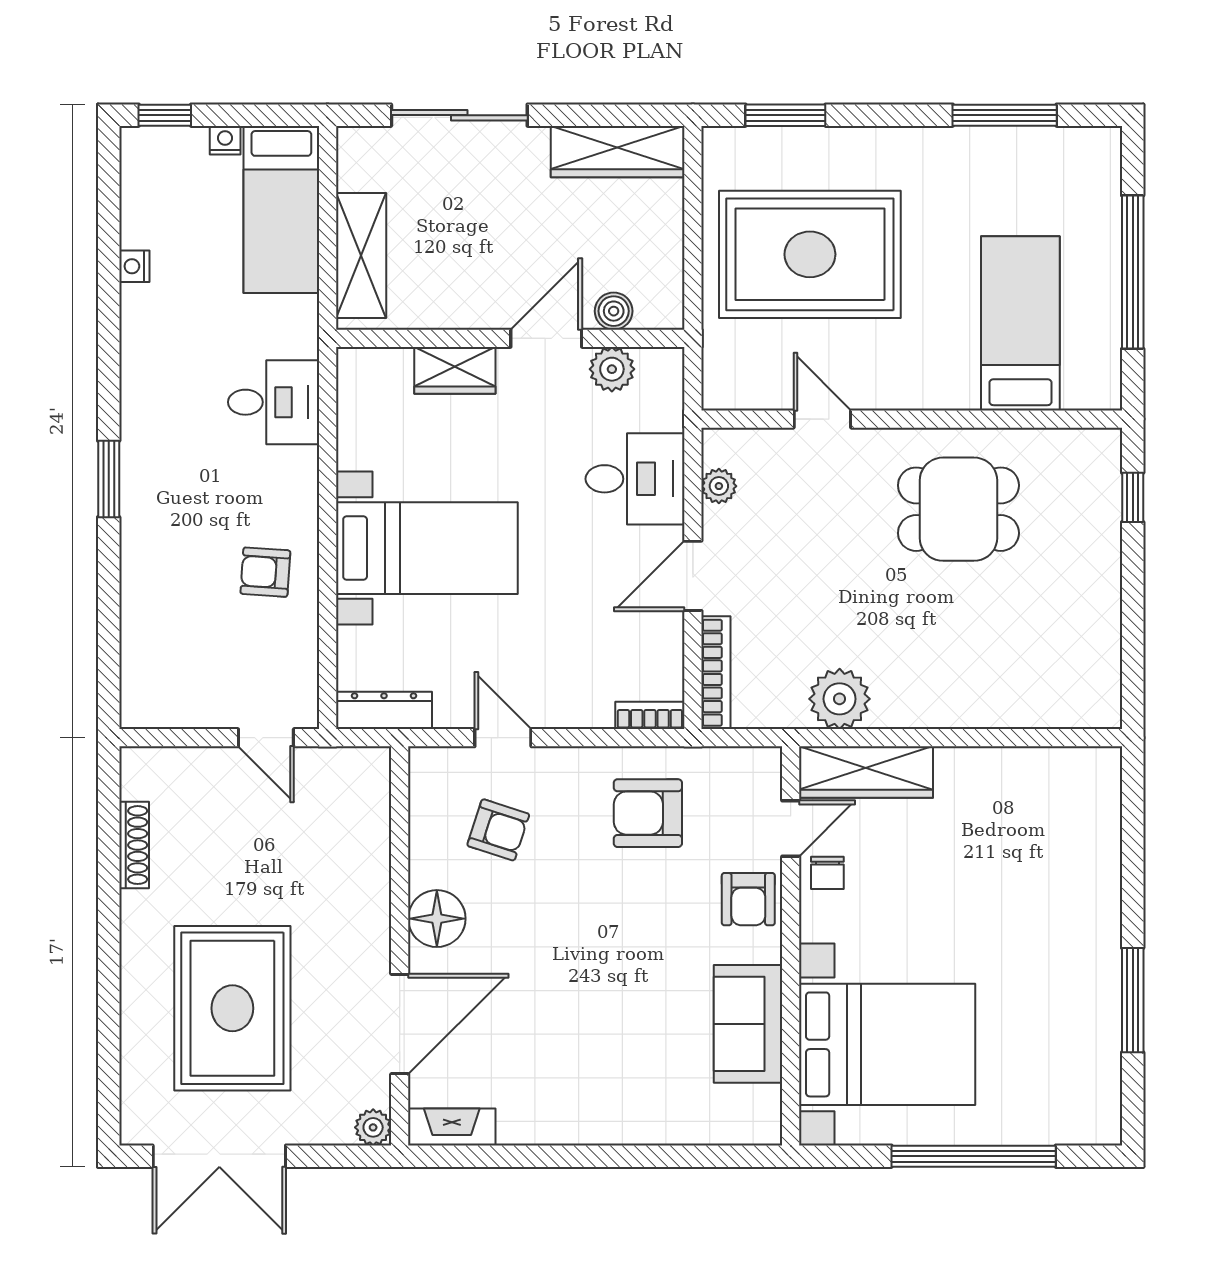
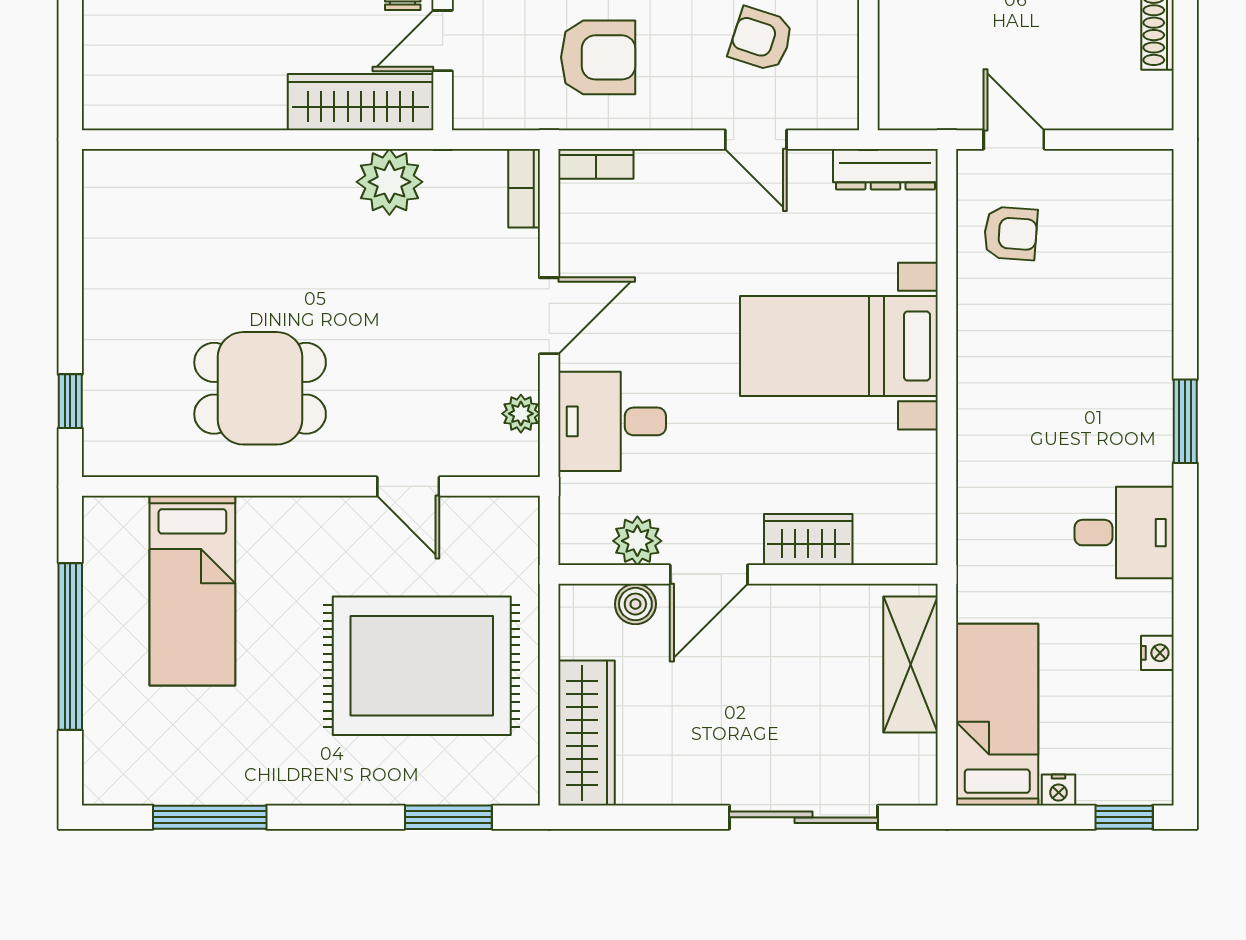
wardrobe: (618, 152) -> (586, 733), moved, turned 90
desk: (274, 402) -> (1124, 533), moved, turned 180
armchair: (265, 572) -> (1011, 233), moved
bookcase: (716, 673) -> (524, 188), width x0.64

